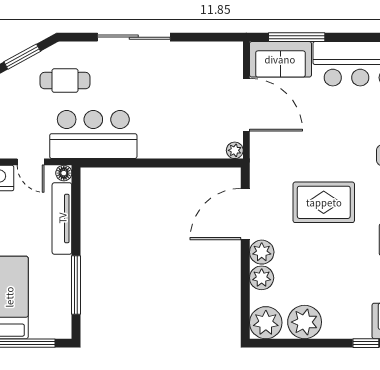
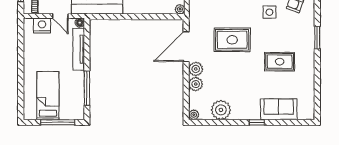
plant: (266, 323) -> (194, 115), width x0.53, depth x0.53

